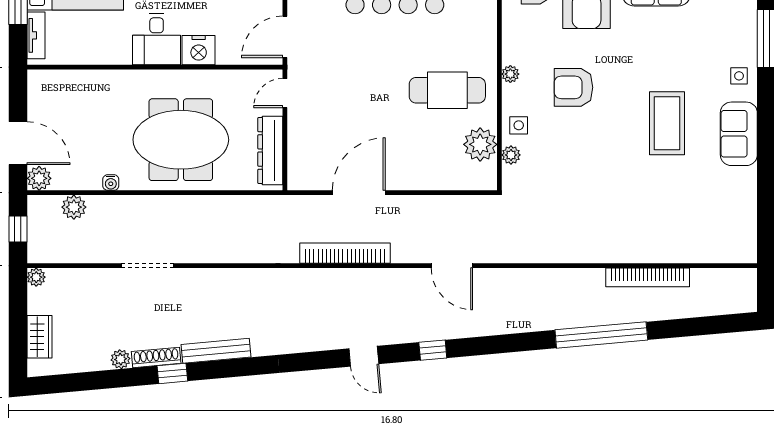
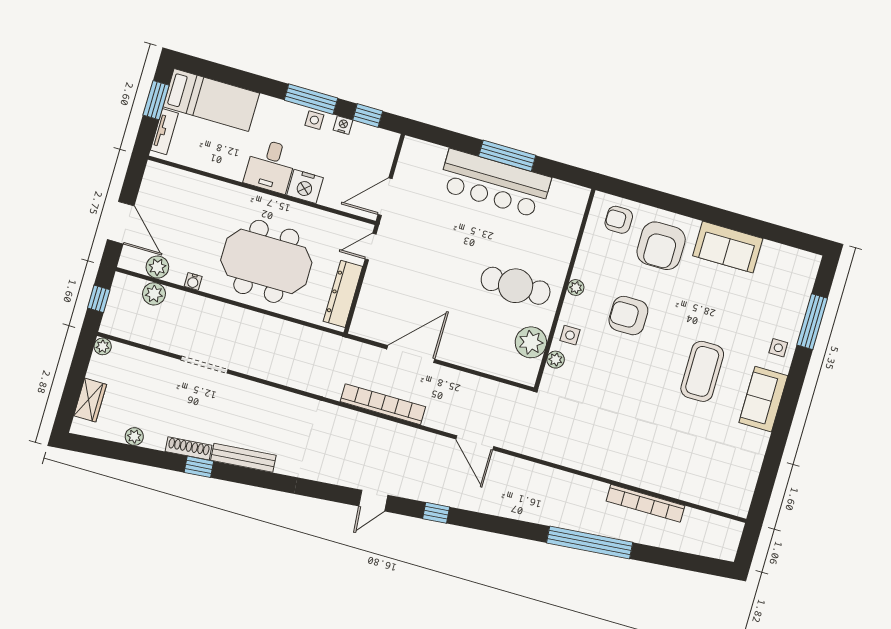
plant: (39, 178) -> (157, 267), moved
door: (364, 356) -> (373, 501), hinge flipped
plant: (121, 359) -> (134, 437), moved

